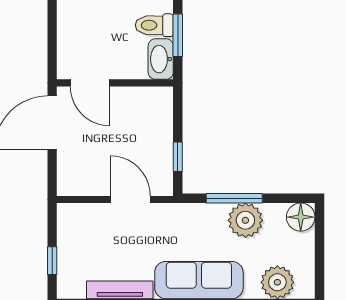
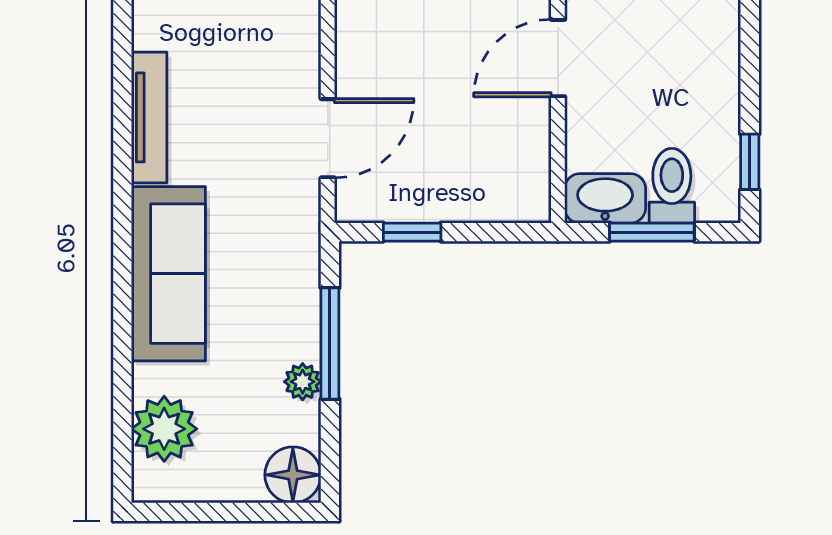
plant: (245, 220) -> (303, 382), width x0.53, depth x0.53

